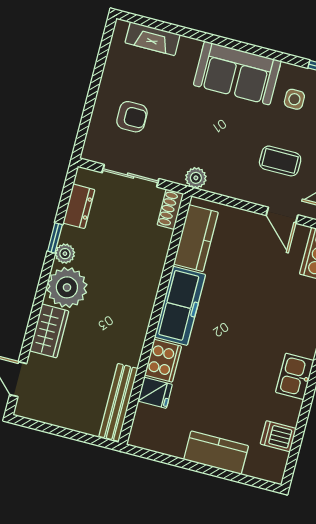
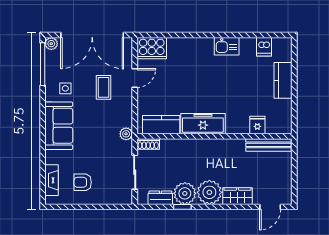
armchair: (132, 117) -> (83, 182), moved, turned -90
plant: (65, 254) -> (185, 193), width x1.88, depth x1.88
cooker: (163, 361) -> (237, 125), removed

